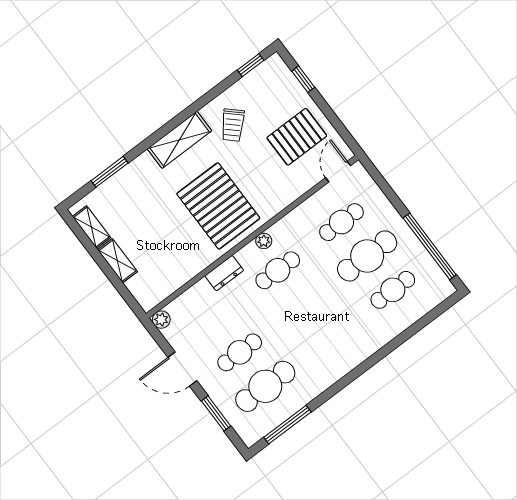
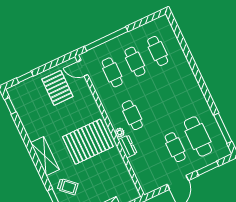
trolley: (233, 125) -> (68, 187), moved
plant: (264, 241) -> (120, 132), moved
window: (430, 246) -> (106, 39), moved
cafe table: (367, 256) -> (135, 62), width x0.73, depth x0.74
plant: (161, 320) -> (147, 189), removed

